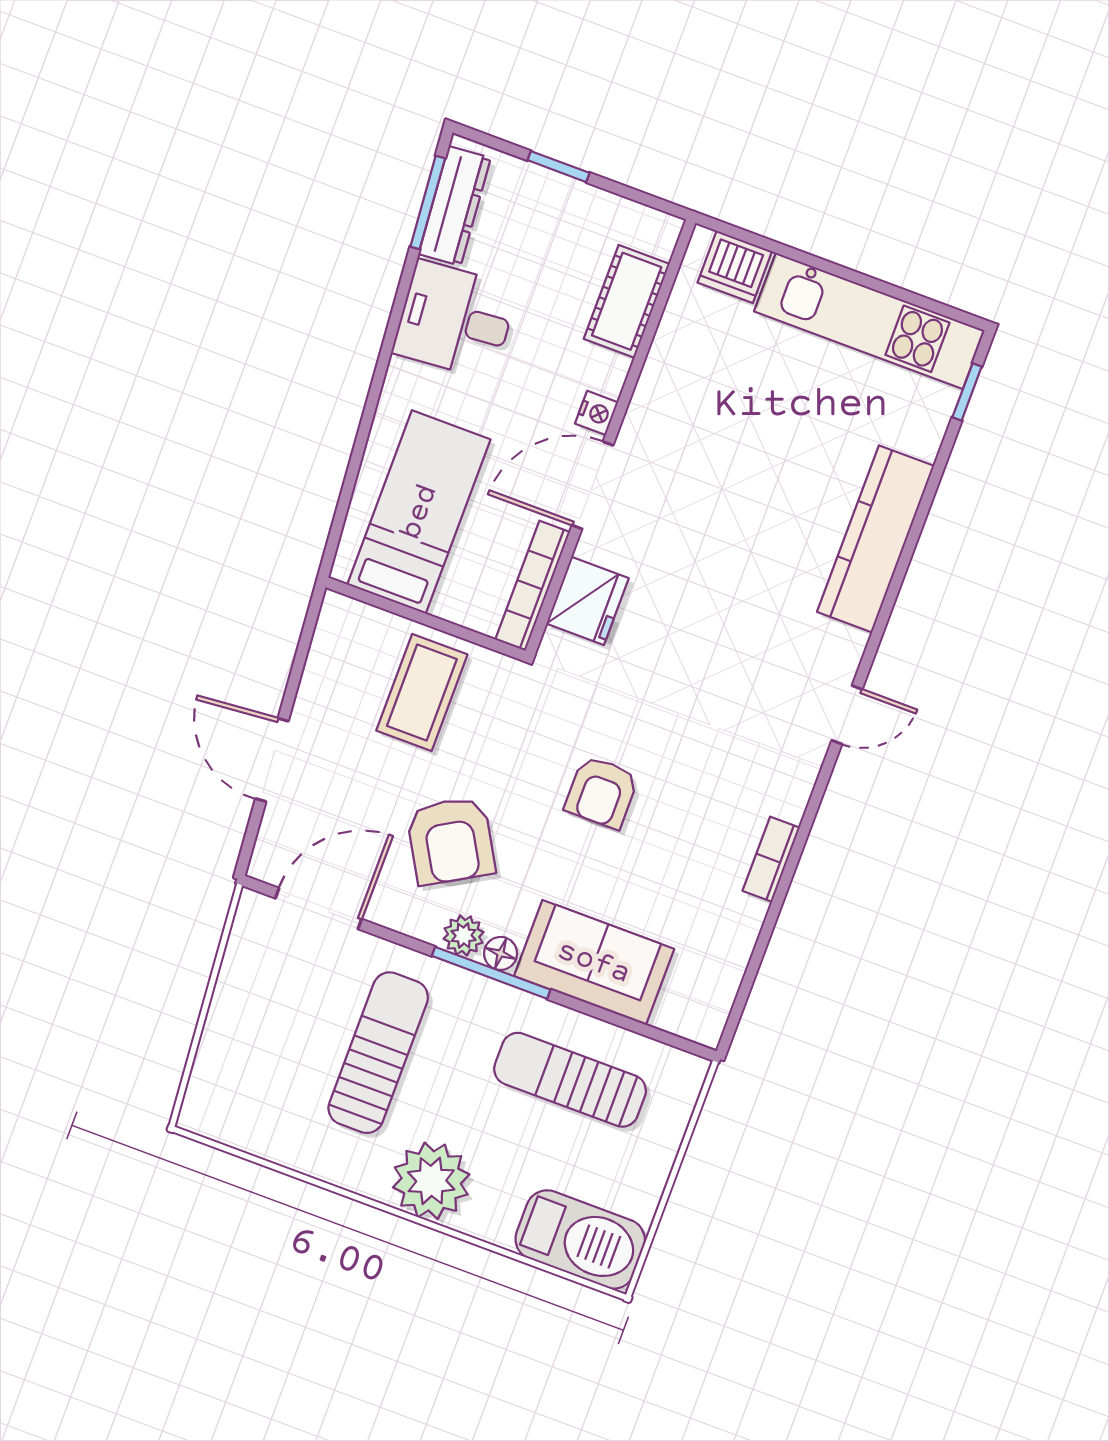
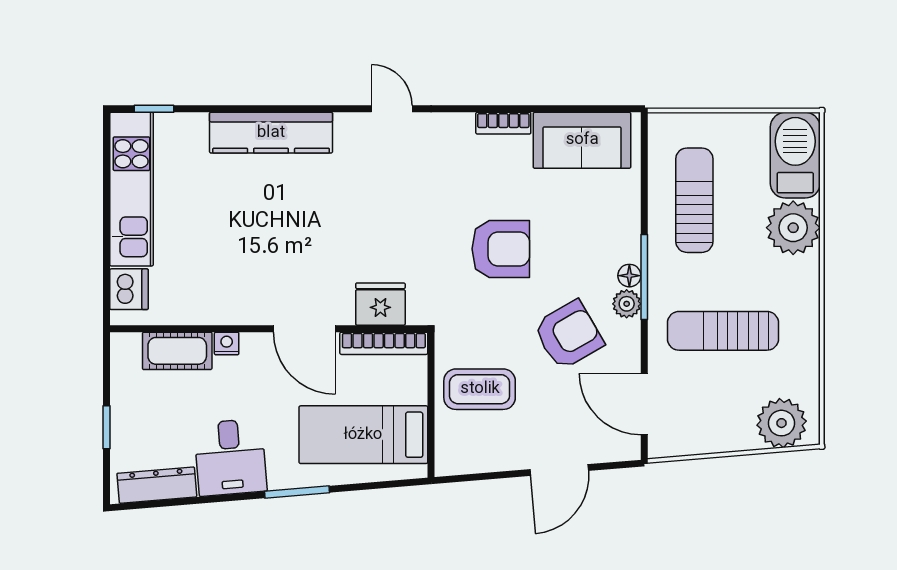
window: (428, 203) -> (297, 492), moved
nightstand: (597, 413) -> (227, 343), moved
armchair: (602, 792) -> (501, 249), width x1.38, depth x1.38
sofa: (594, 962) -> (582, 140), moved, turned -90
sun lounger: (570, 1080) -> (694, 200), turned 180
plant: (223, 1086) -> (782, 423), added
plant: (431, 1181) -> (793, 228), moved

